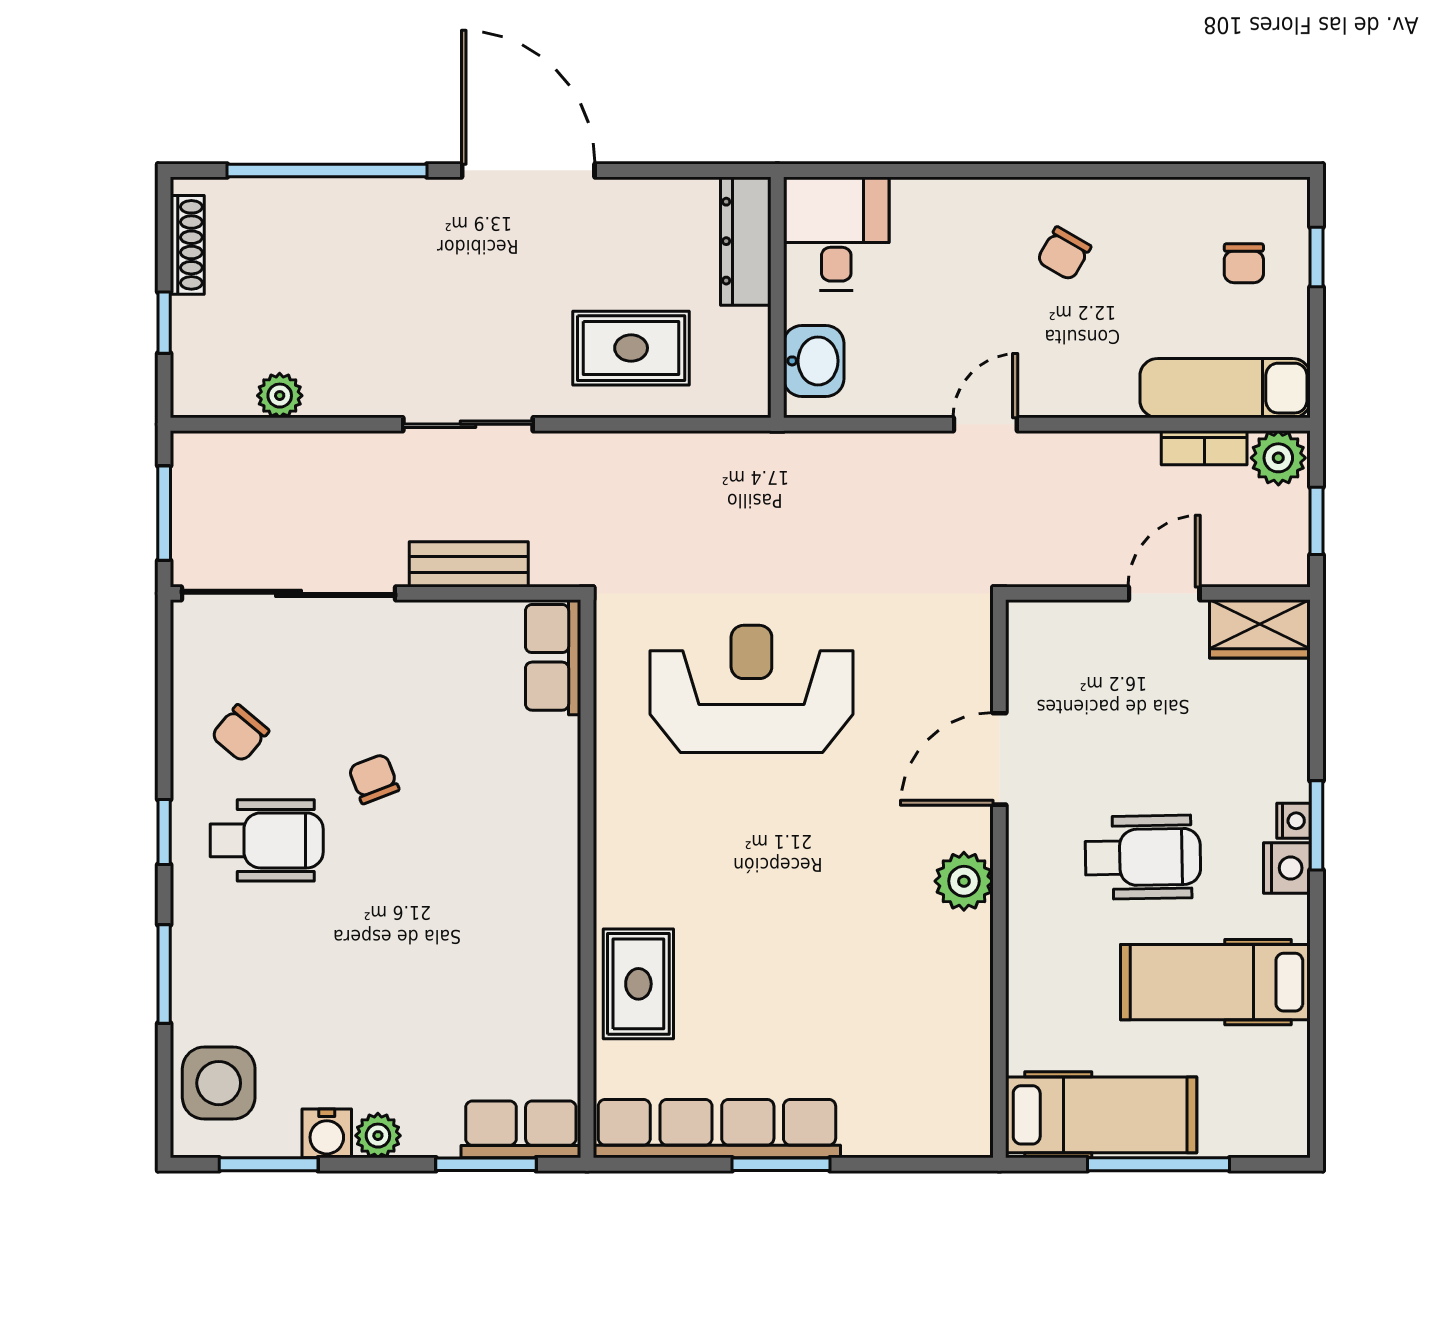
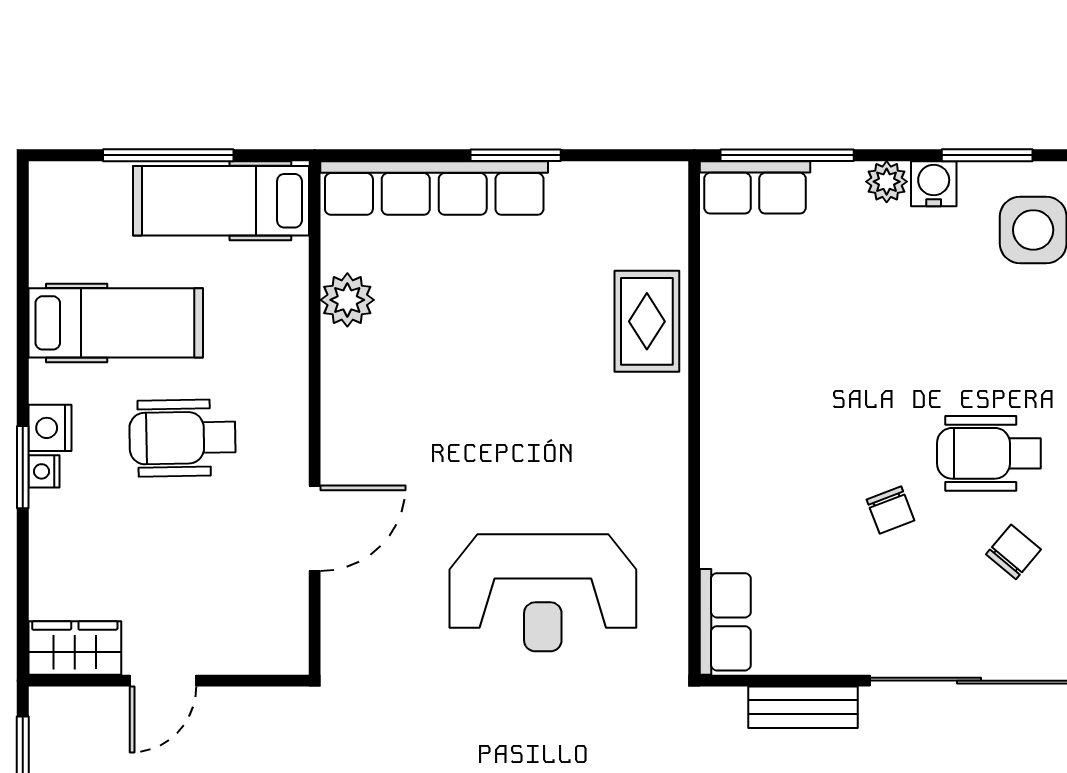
plant: (964, 881) -> (347, 300), moved
row of seats: (717, 1129) -> (434, 188), moved
window: (486, 1164) -> (787, 155), width x1.44

